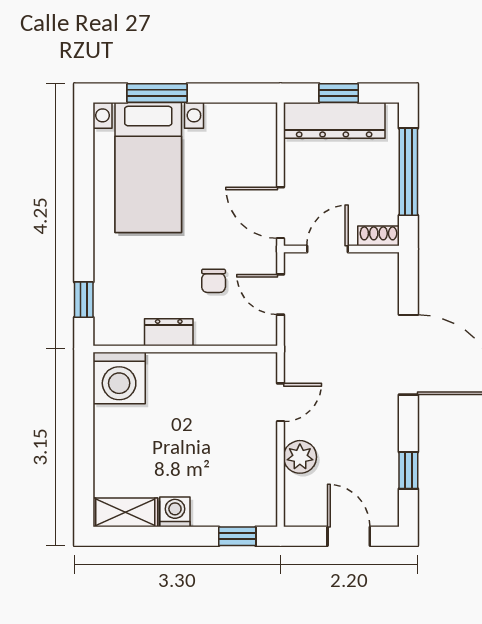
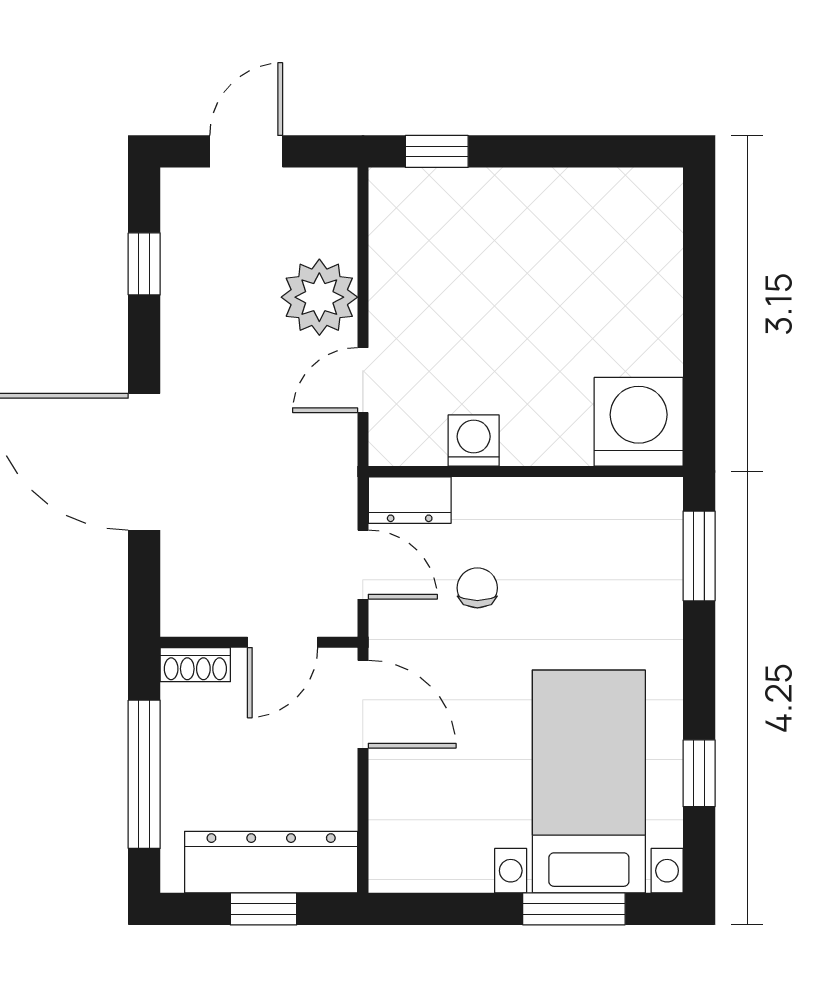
window: (84, 172) -> (699, 773), added
window: (84, 300) -> (699, 556), width x1.50
dresser: (169, 332) -> (410, 500), moved
plant: (300, 457) -> (319, 297), width x1.36, depth x1.36
shelving: (125, 512) -> (628, 192), removed
washing machine: (175, 512) -> (474, 441), moved, turned 180
door: (349, 536) -> (246, 151), swing flipped

